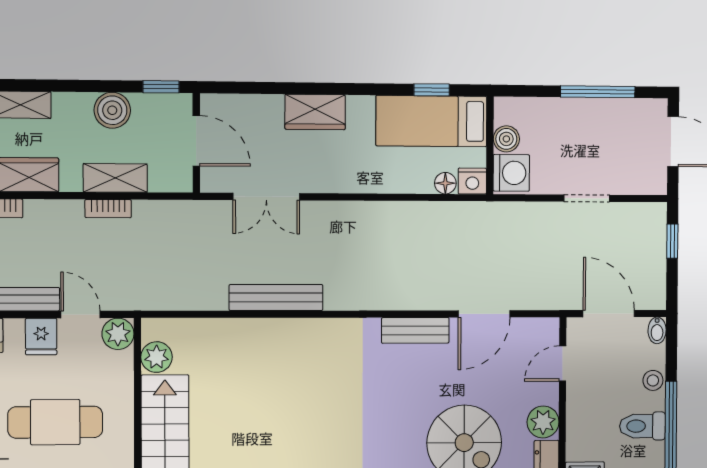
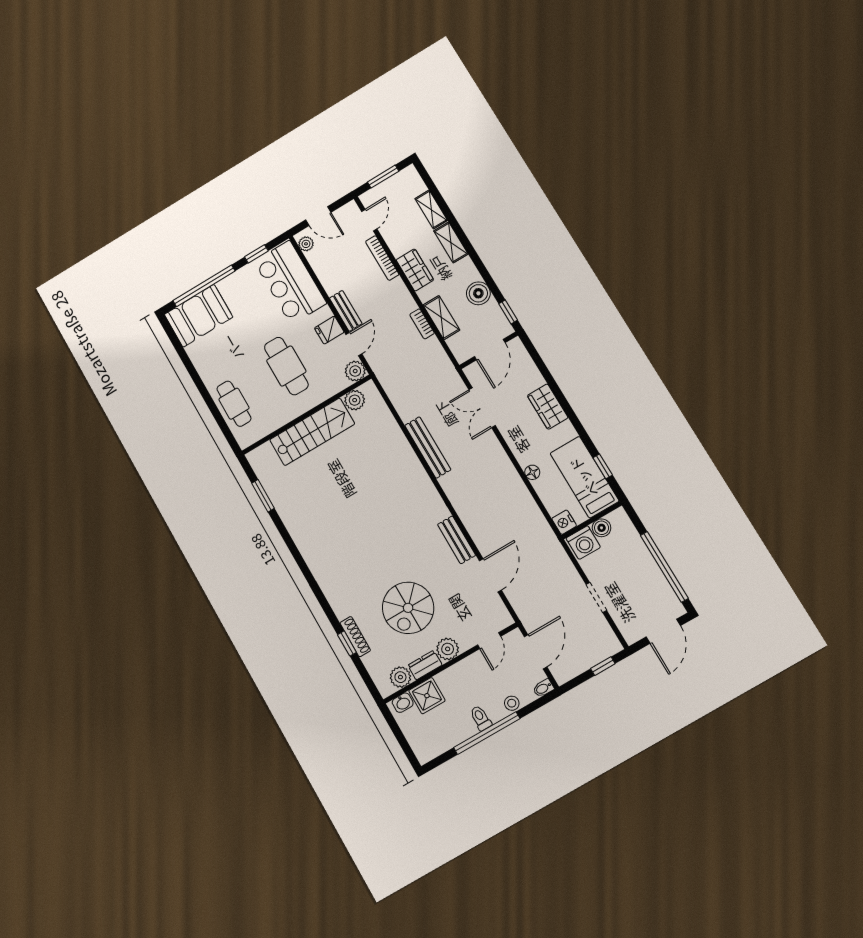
window: (598, 92) -> (664, 567), width x1.46
floor lamp: (445, 183) -> (532, 472), moved
door: (484, 314) -> (490, 575), swing flipped
door: (563, 364) -> (489, 641), swing flipped
toilet: (643, 426) -> (481, 718), width x0.73, depth x0.72

